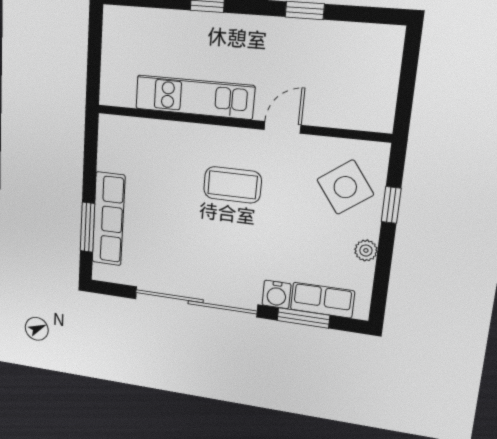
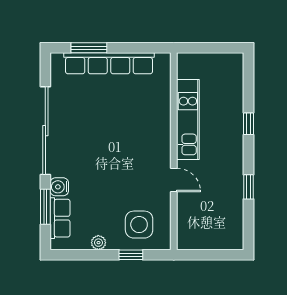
coffee table: (233, 185) -> (132, 150), removed
side table: (345, 187) -> (139, 225), turned 36
row of seats: (108, 219) -> (109, 63), width x1.36

